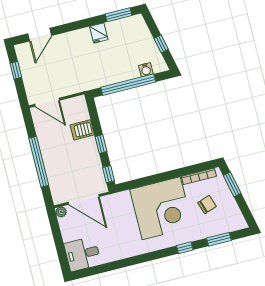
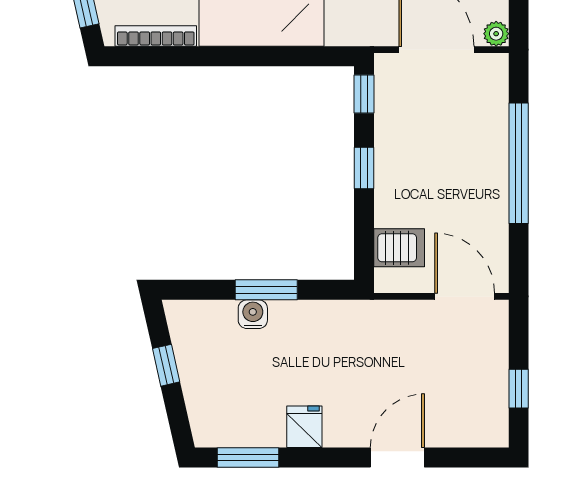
door: (40, 35) -> (397, 458), moved
water cooler: (146, 70) -> (253, 314), moved
window: (128, 85) -> (266, 290), width x0.47
server rack: (82, 130) -> (399, 248), moved

